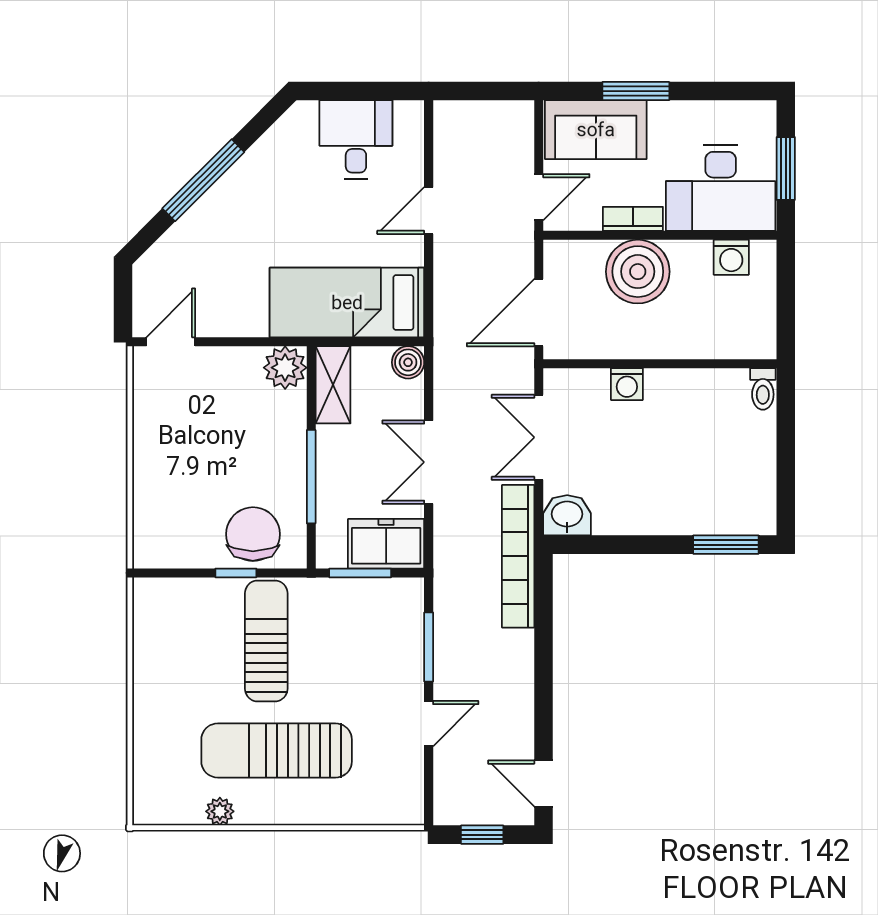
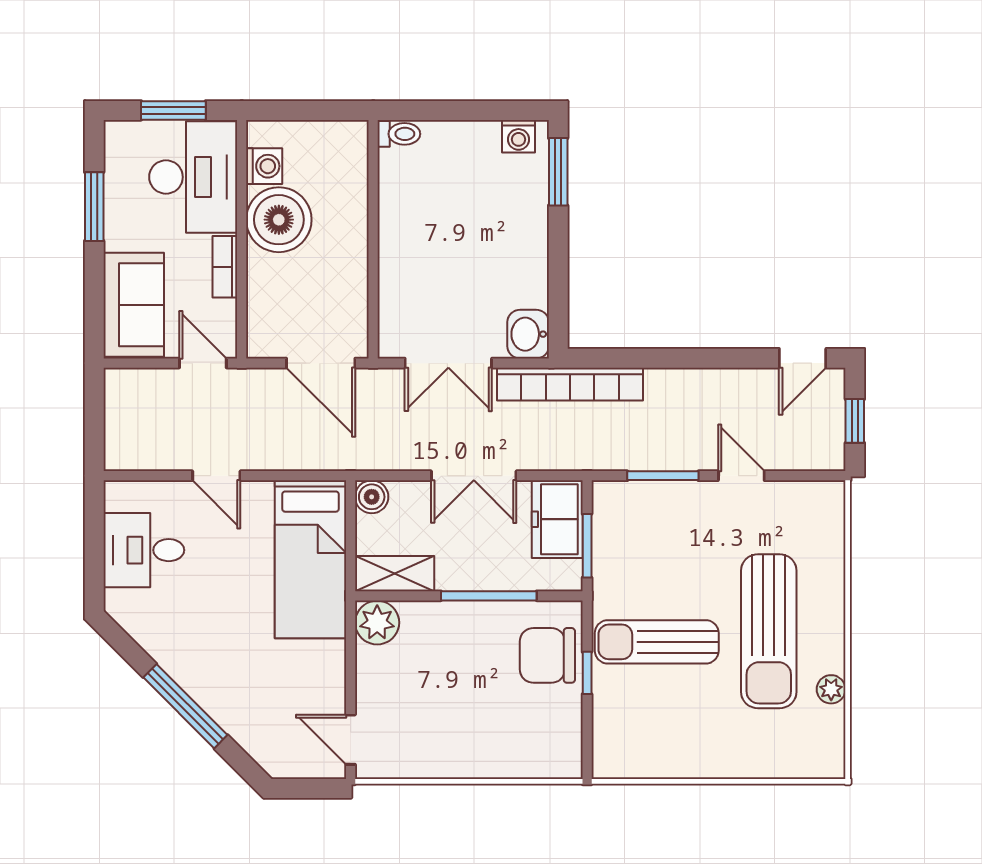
window: (636, 91) -> (94, 207), moved
boiler: (638, 272) -> (279, 220), moved
washing machine: (627, 384) -> (519, 136), moved, turned 90

